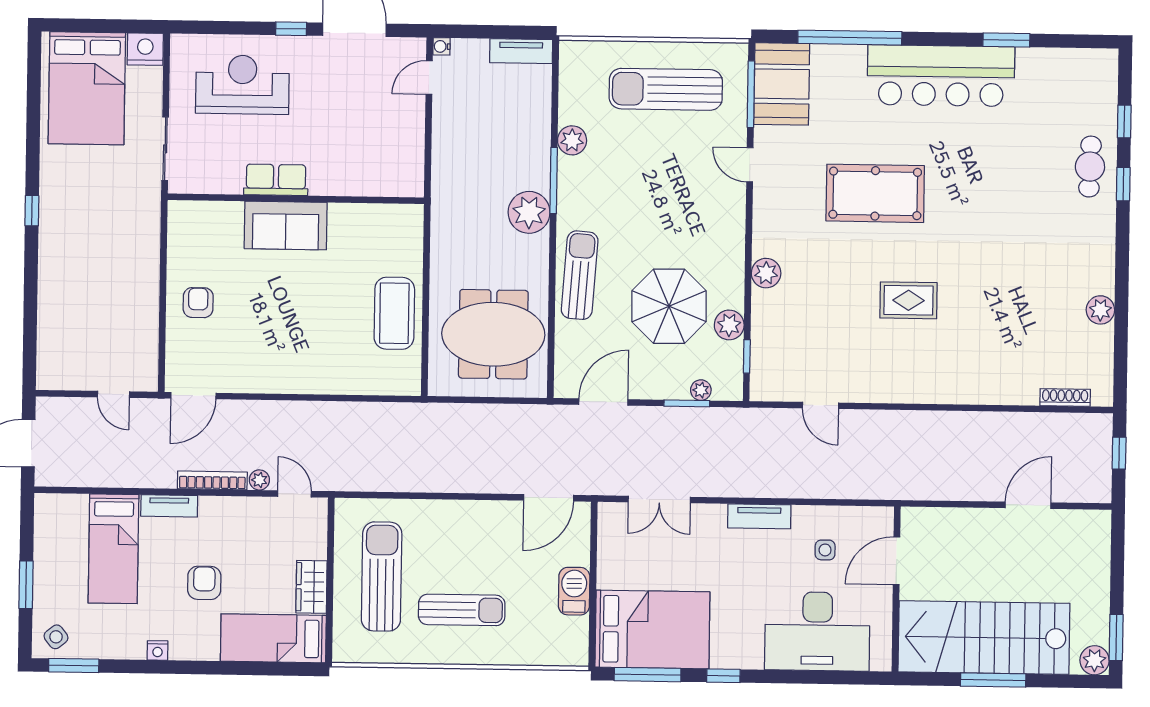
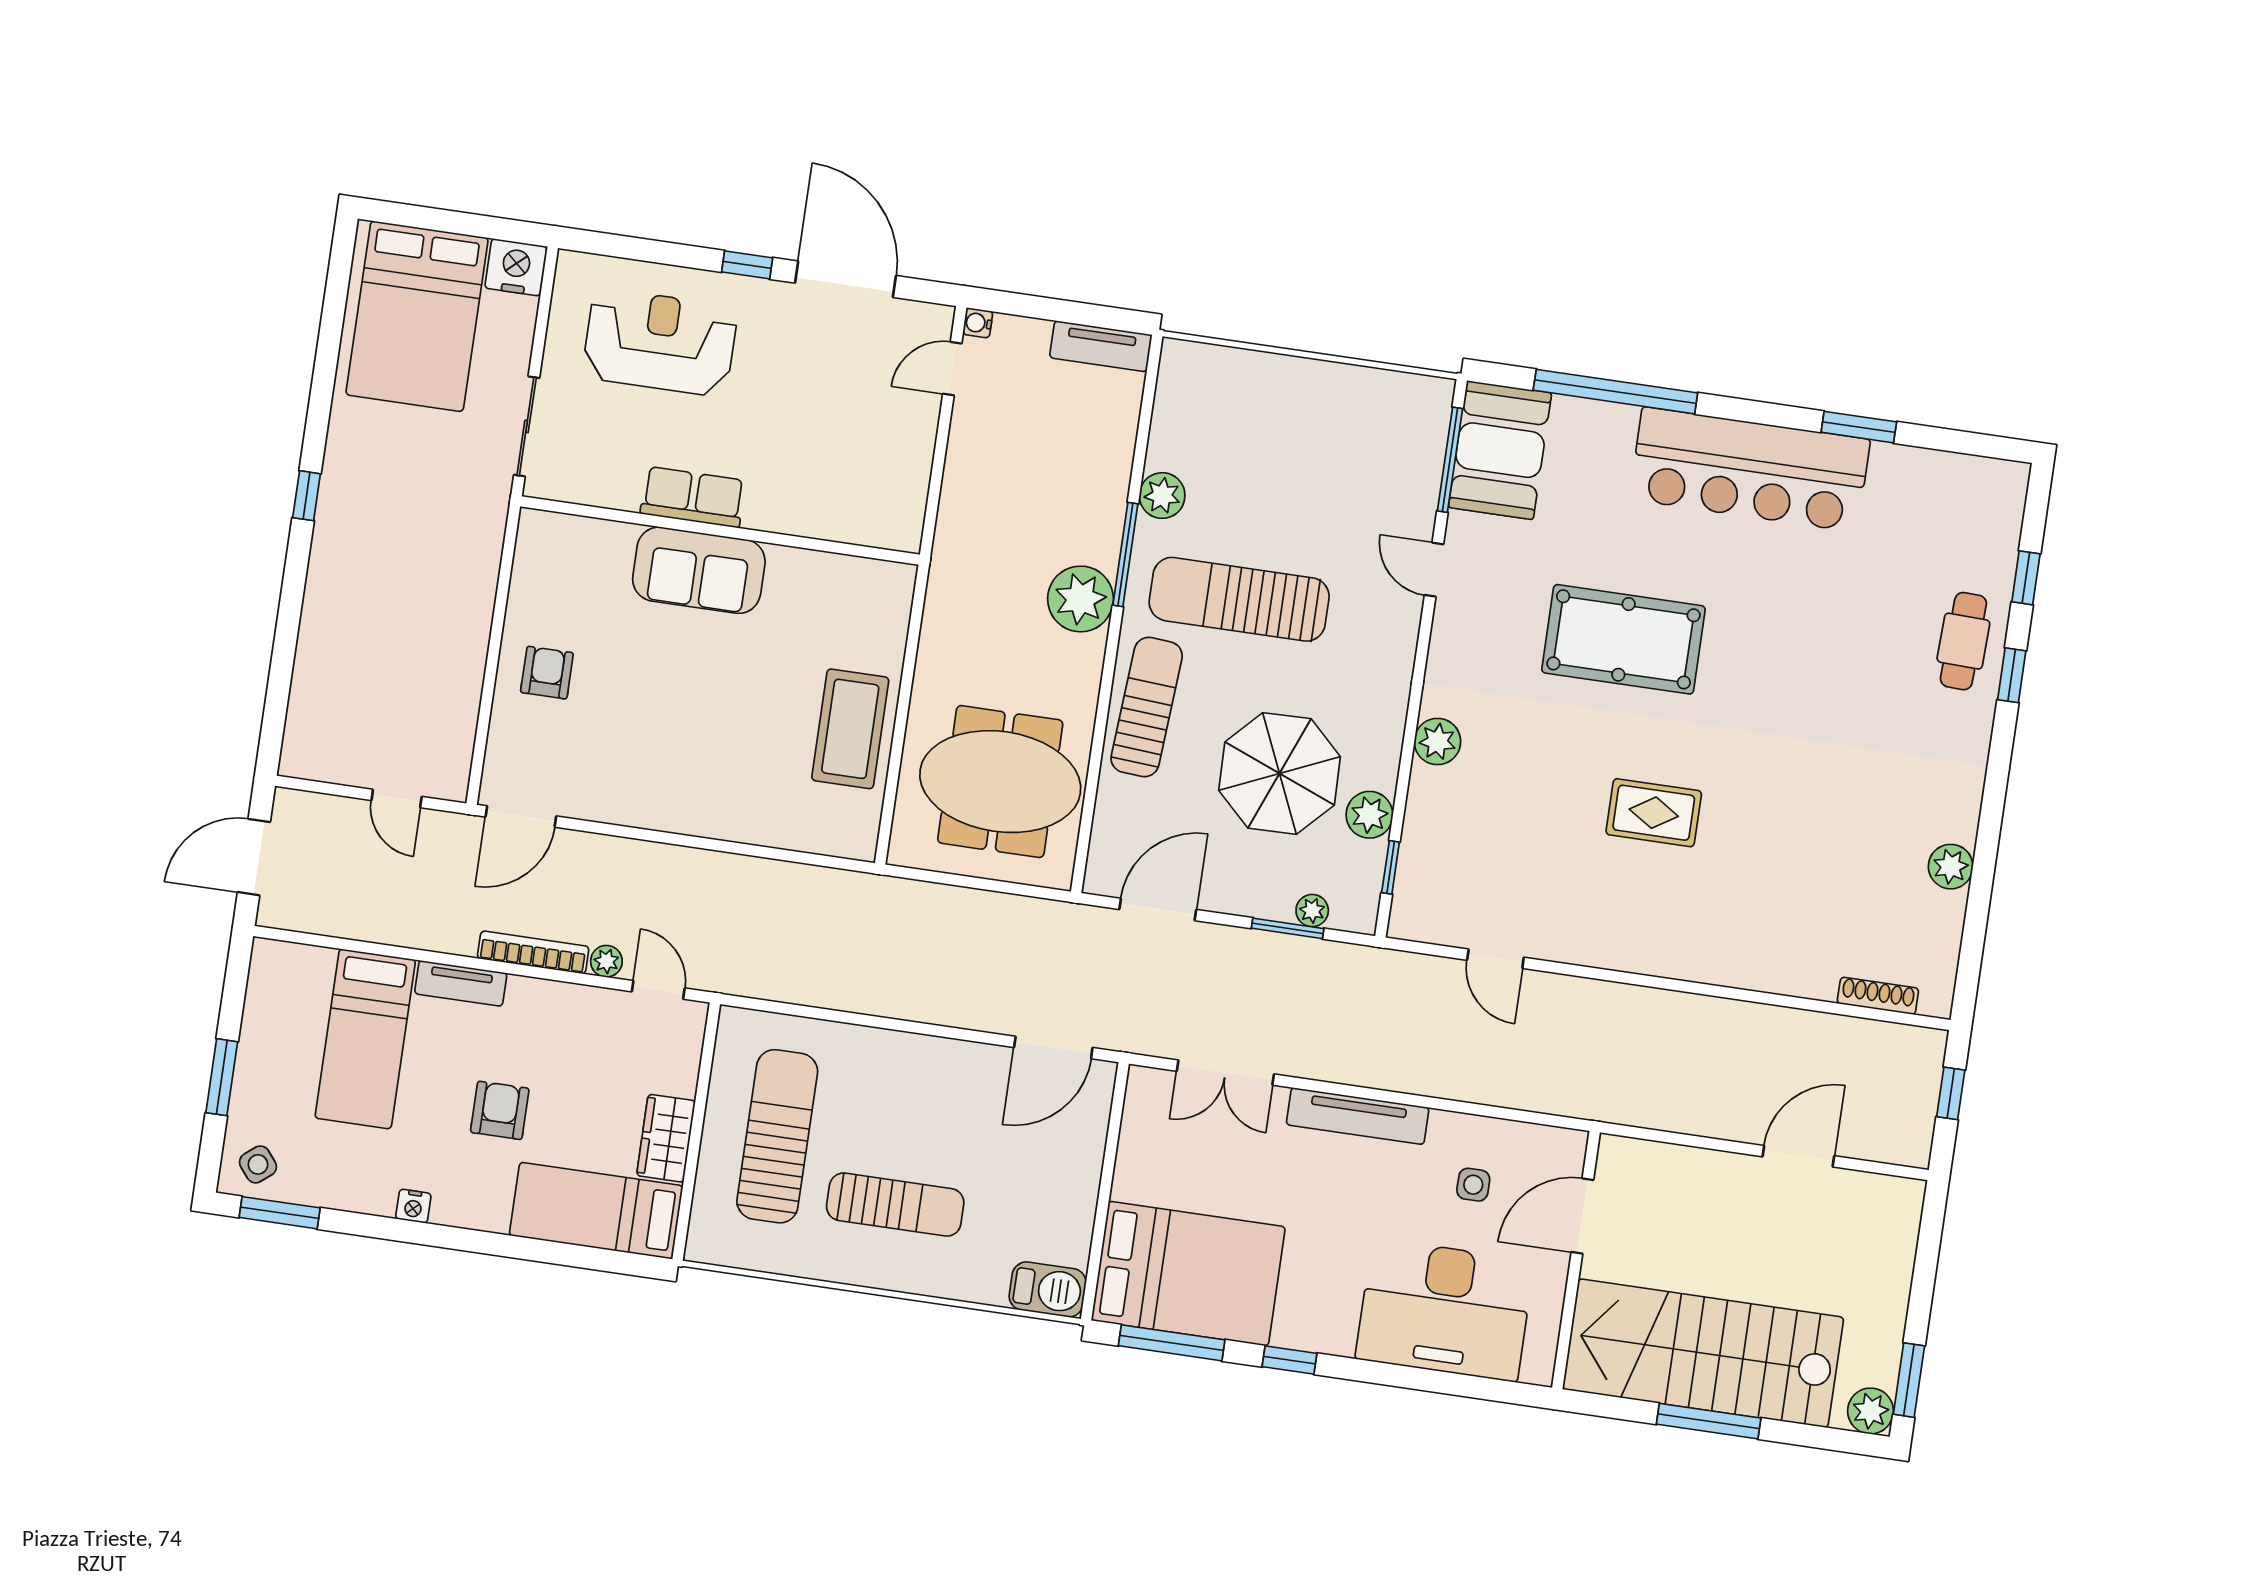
sun lounger: (666, 89) -> (1239, 599), moved
tv unit: (759, 516) -> (1358, 1116), width x1.41
barbecue: (574, 591) -> (1048, 1289), moved, turned 90

